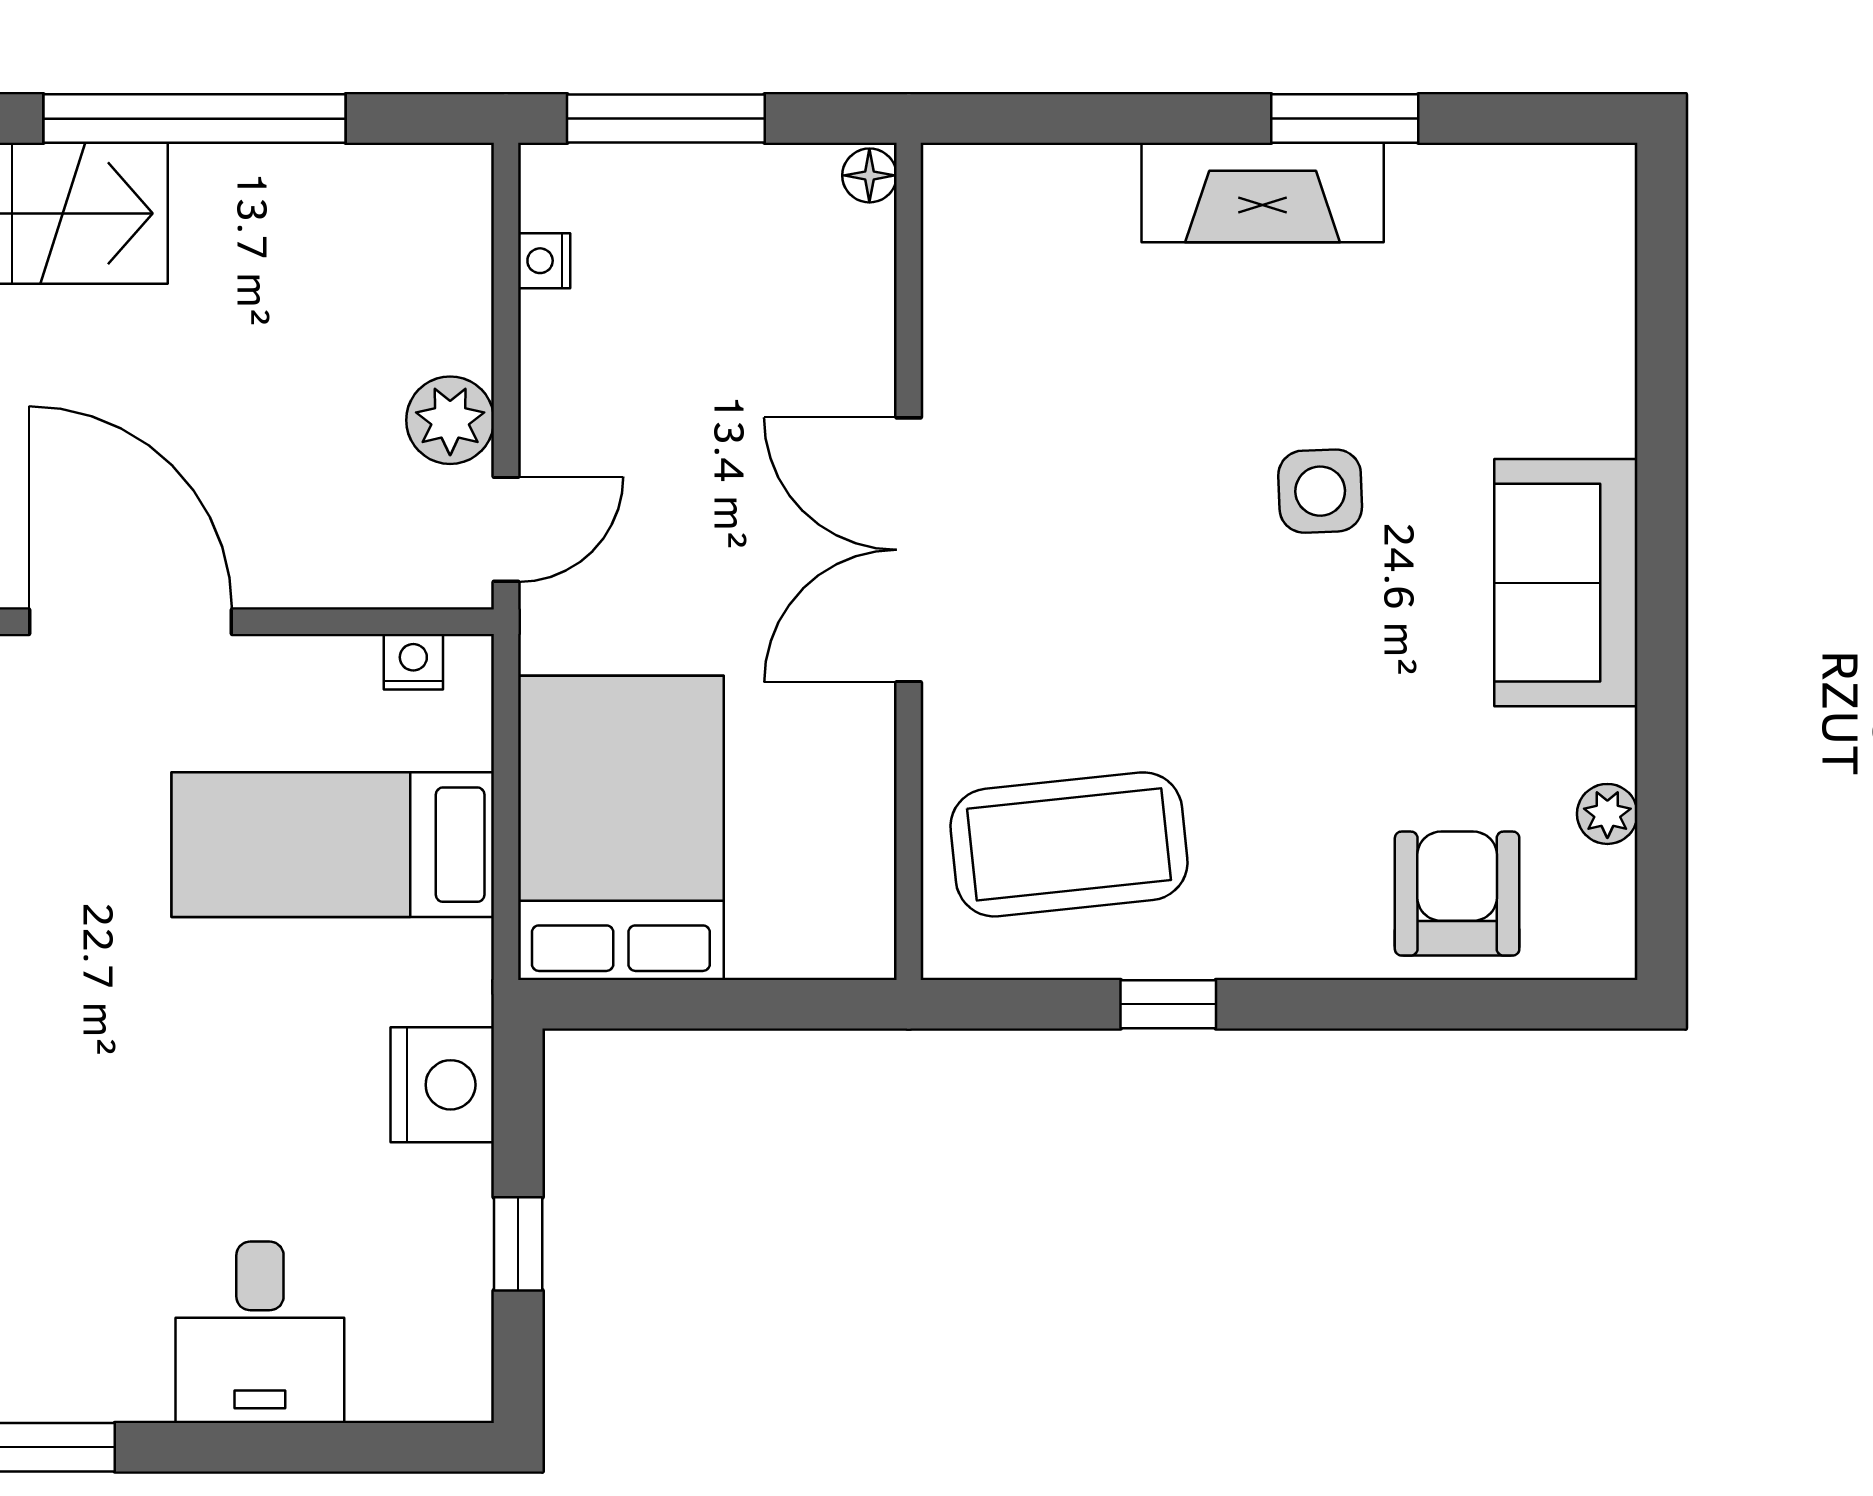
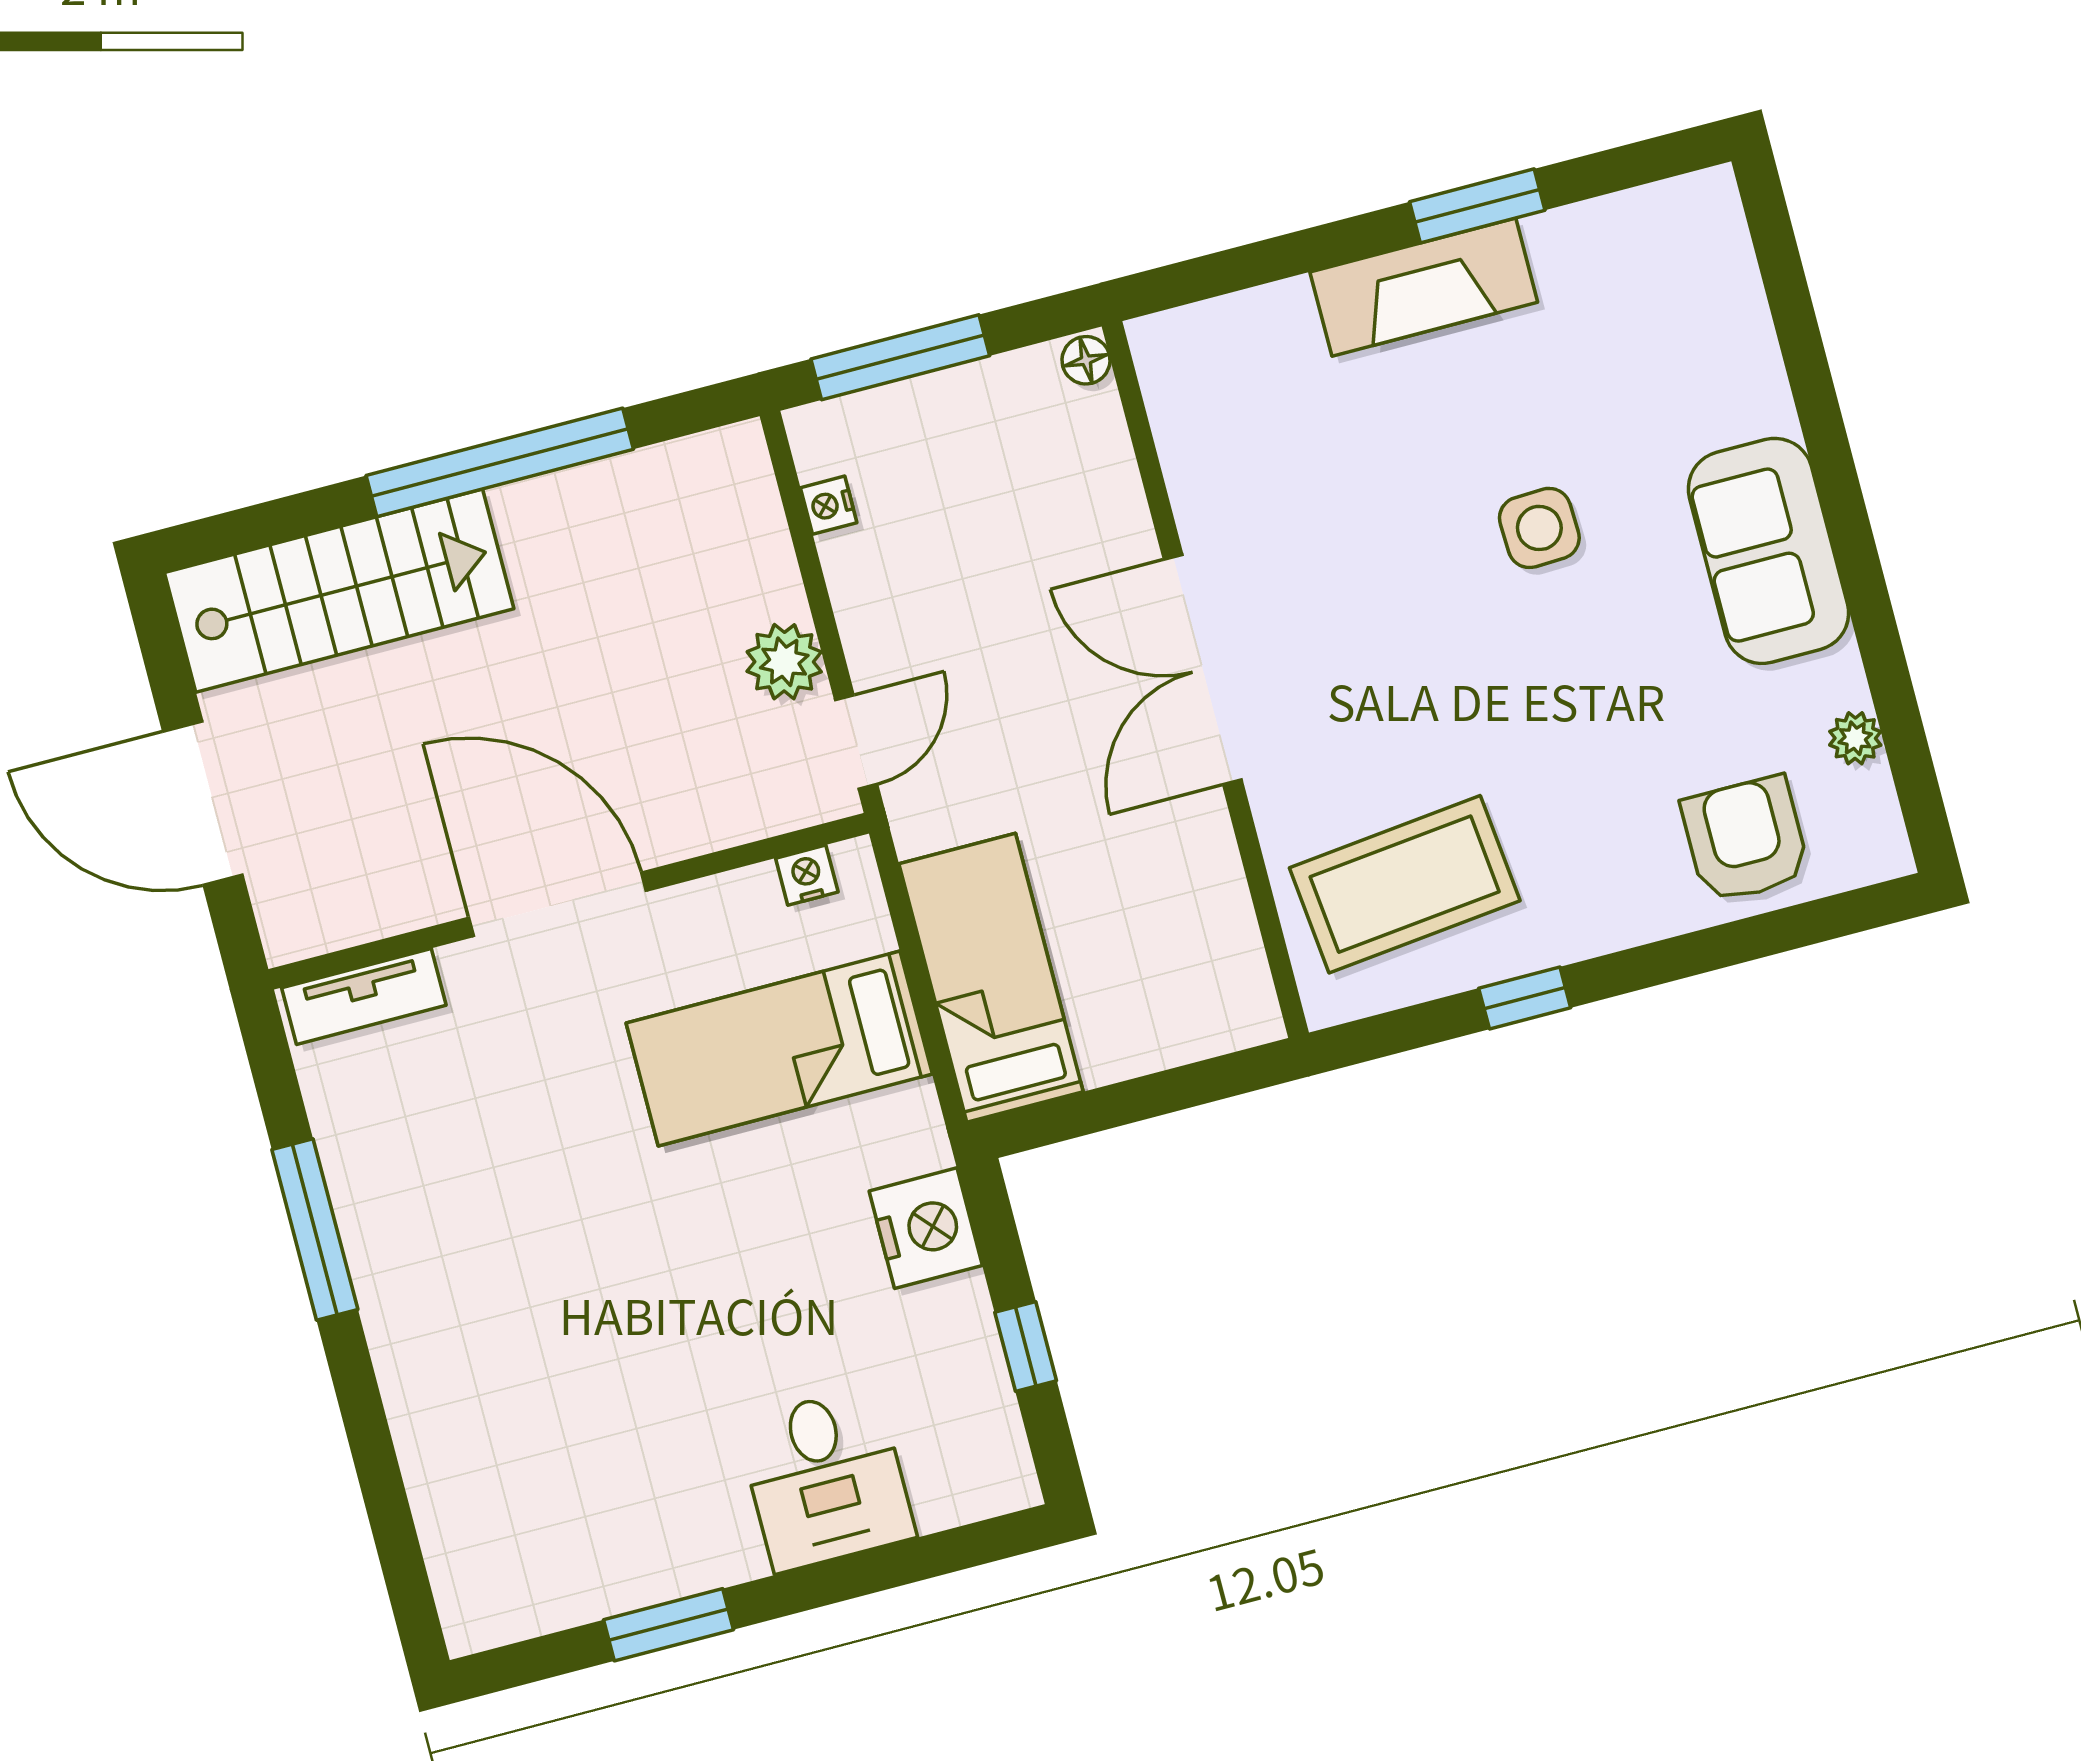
bed: (621, 828) -> (991, 978), width x0.67

